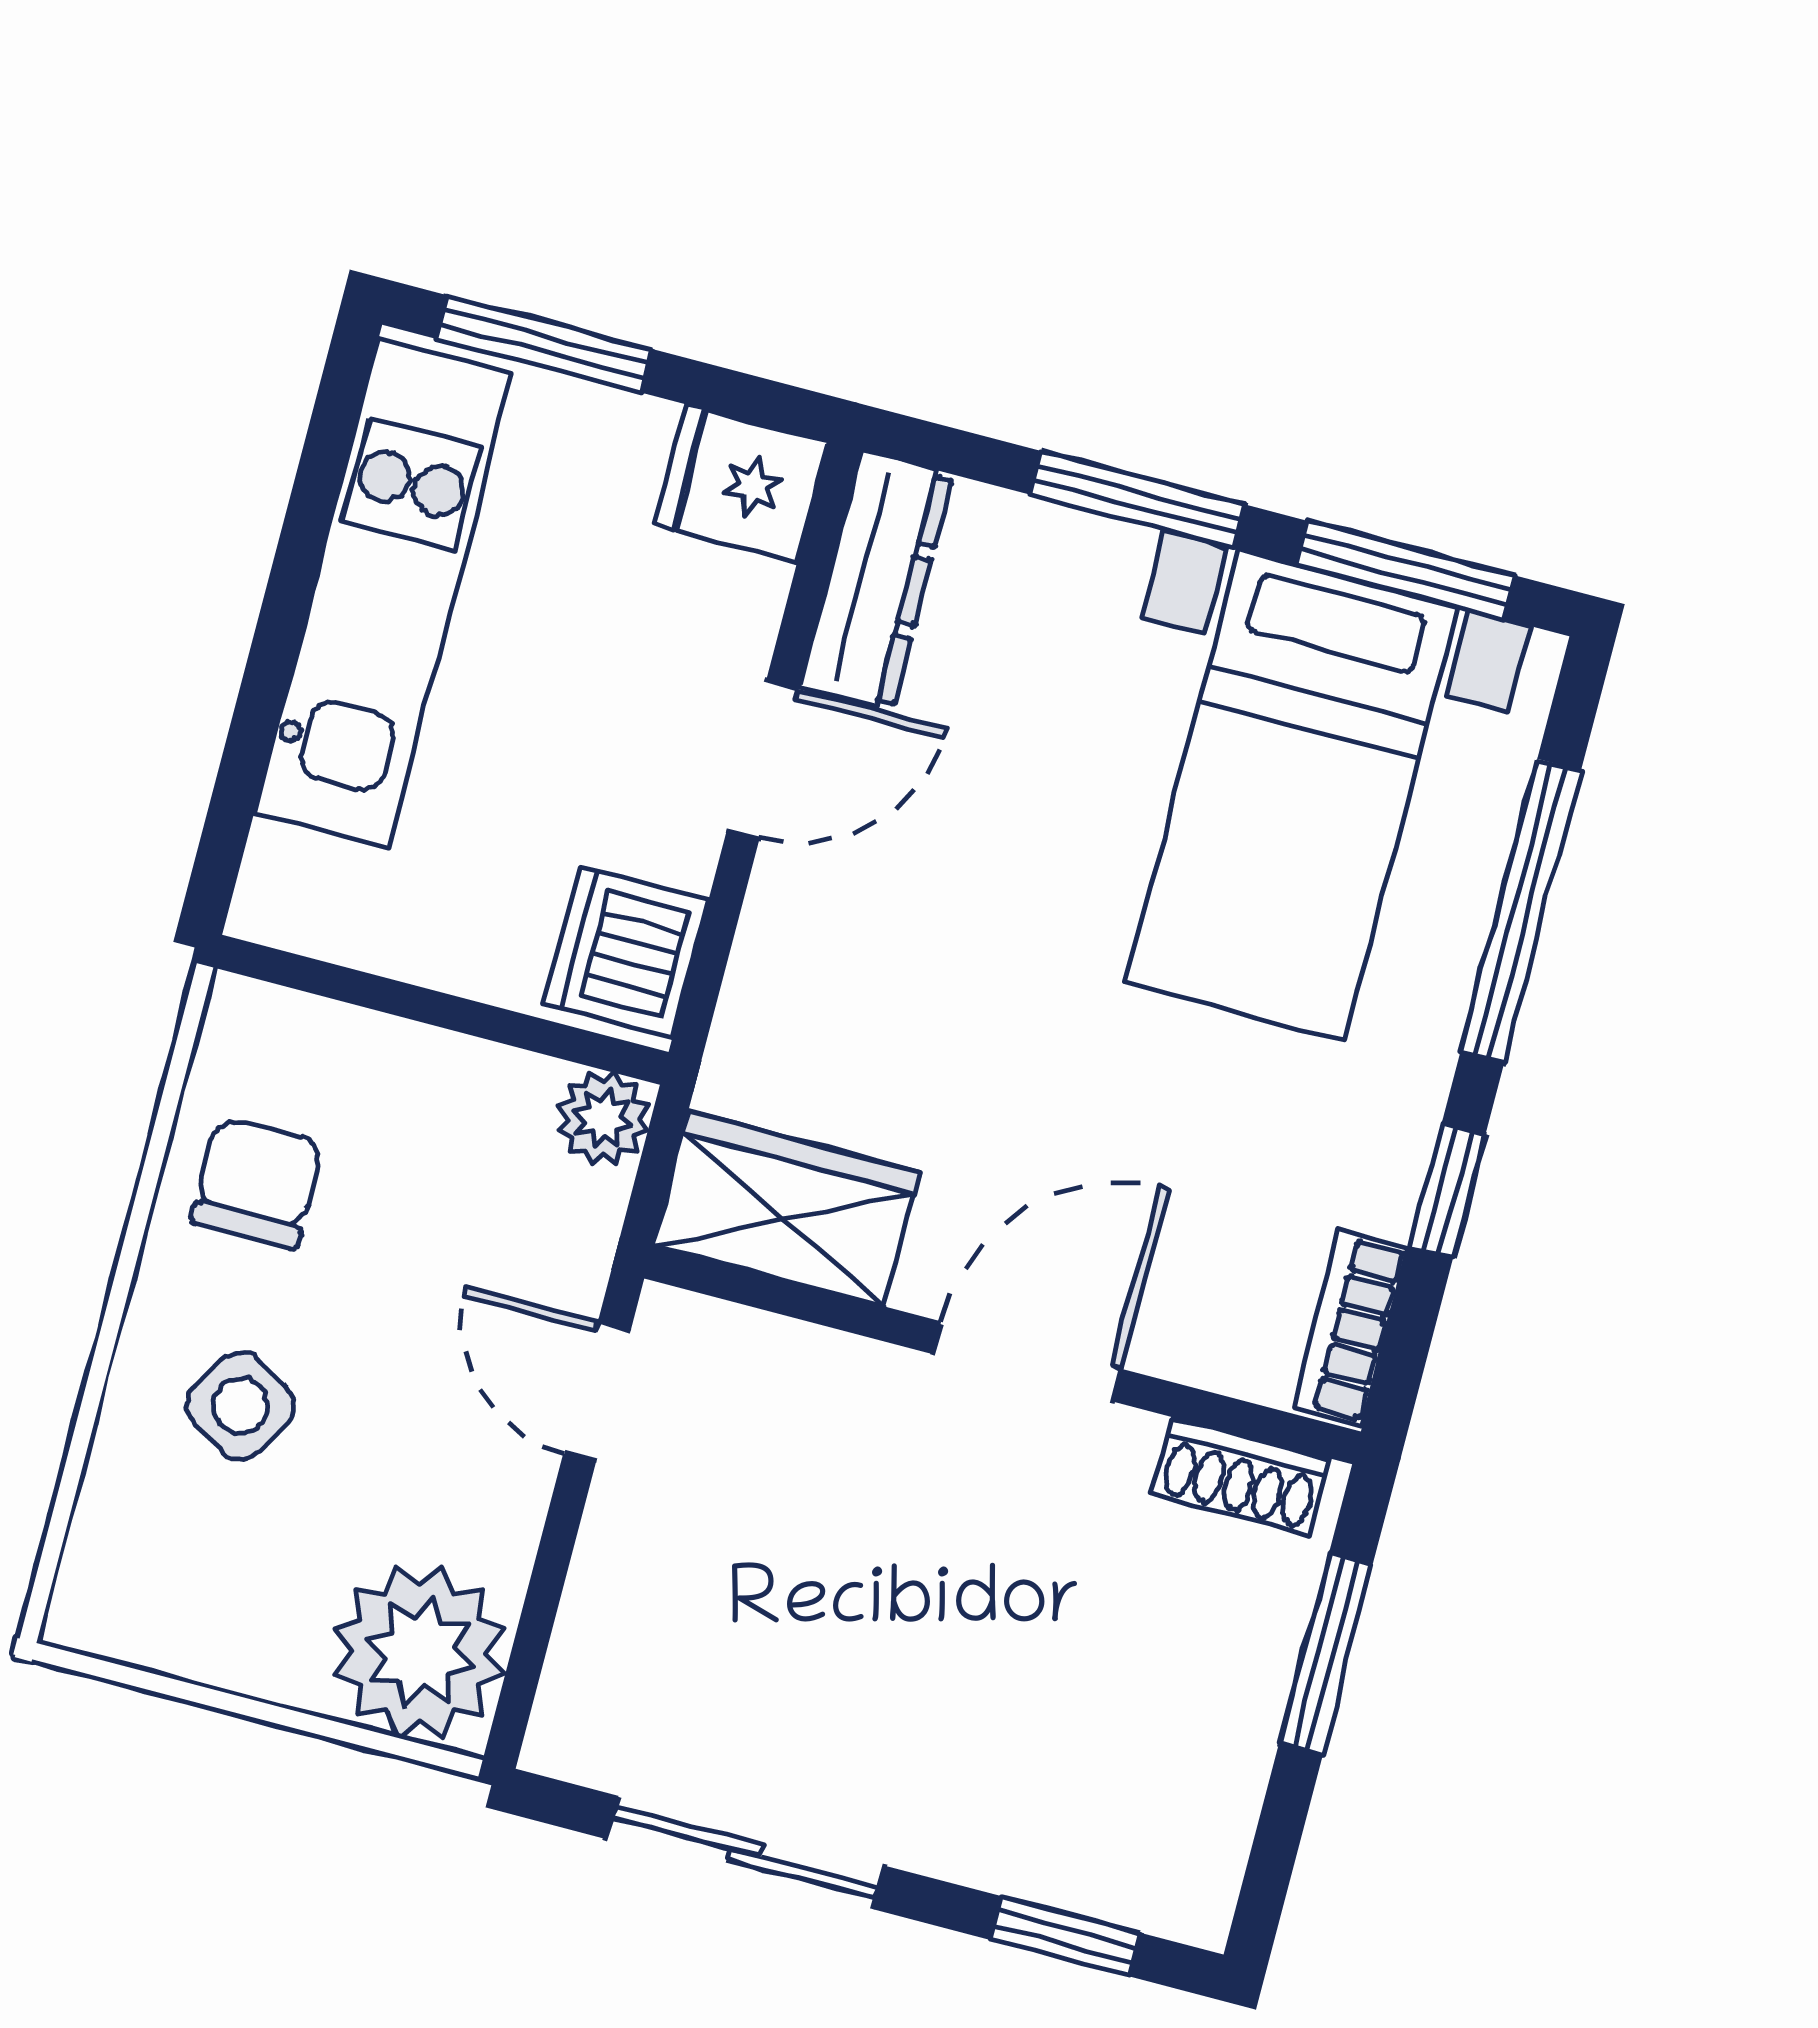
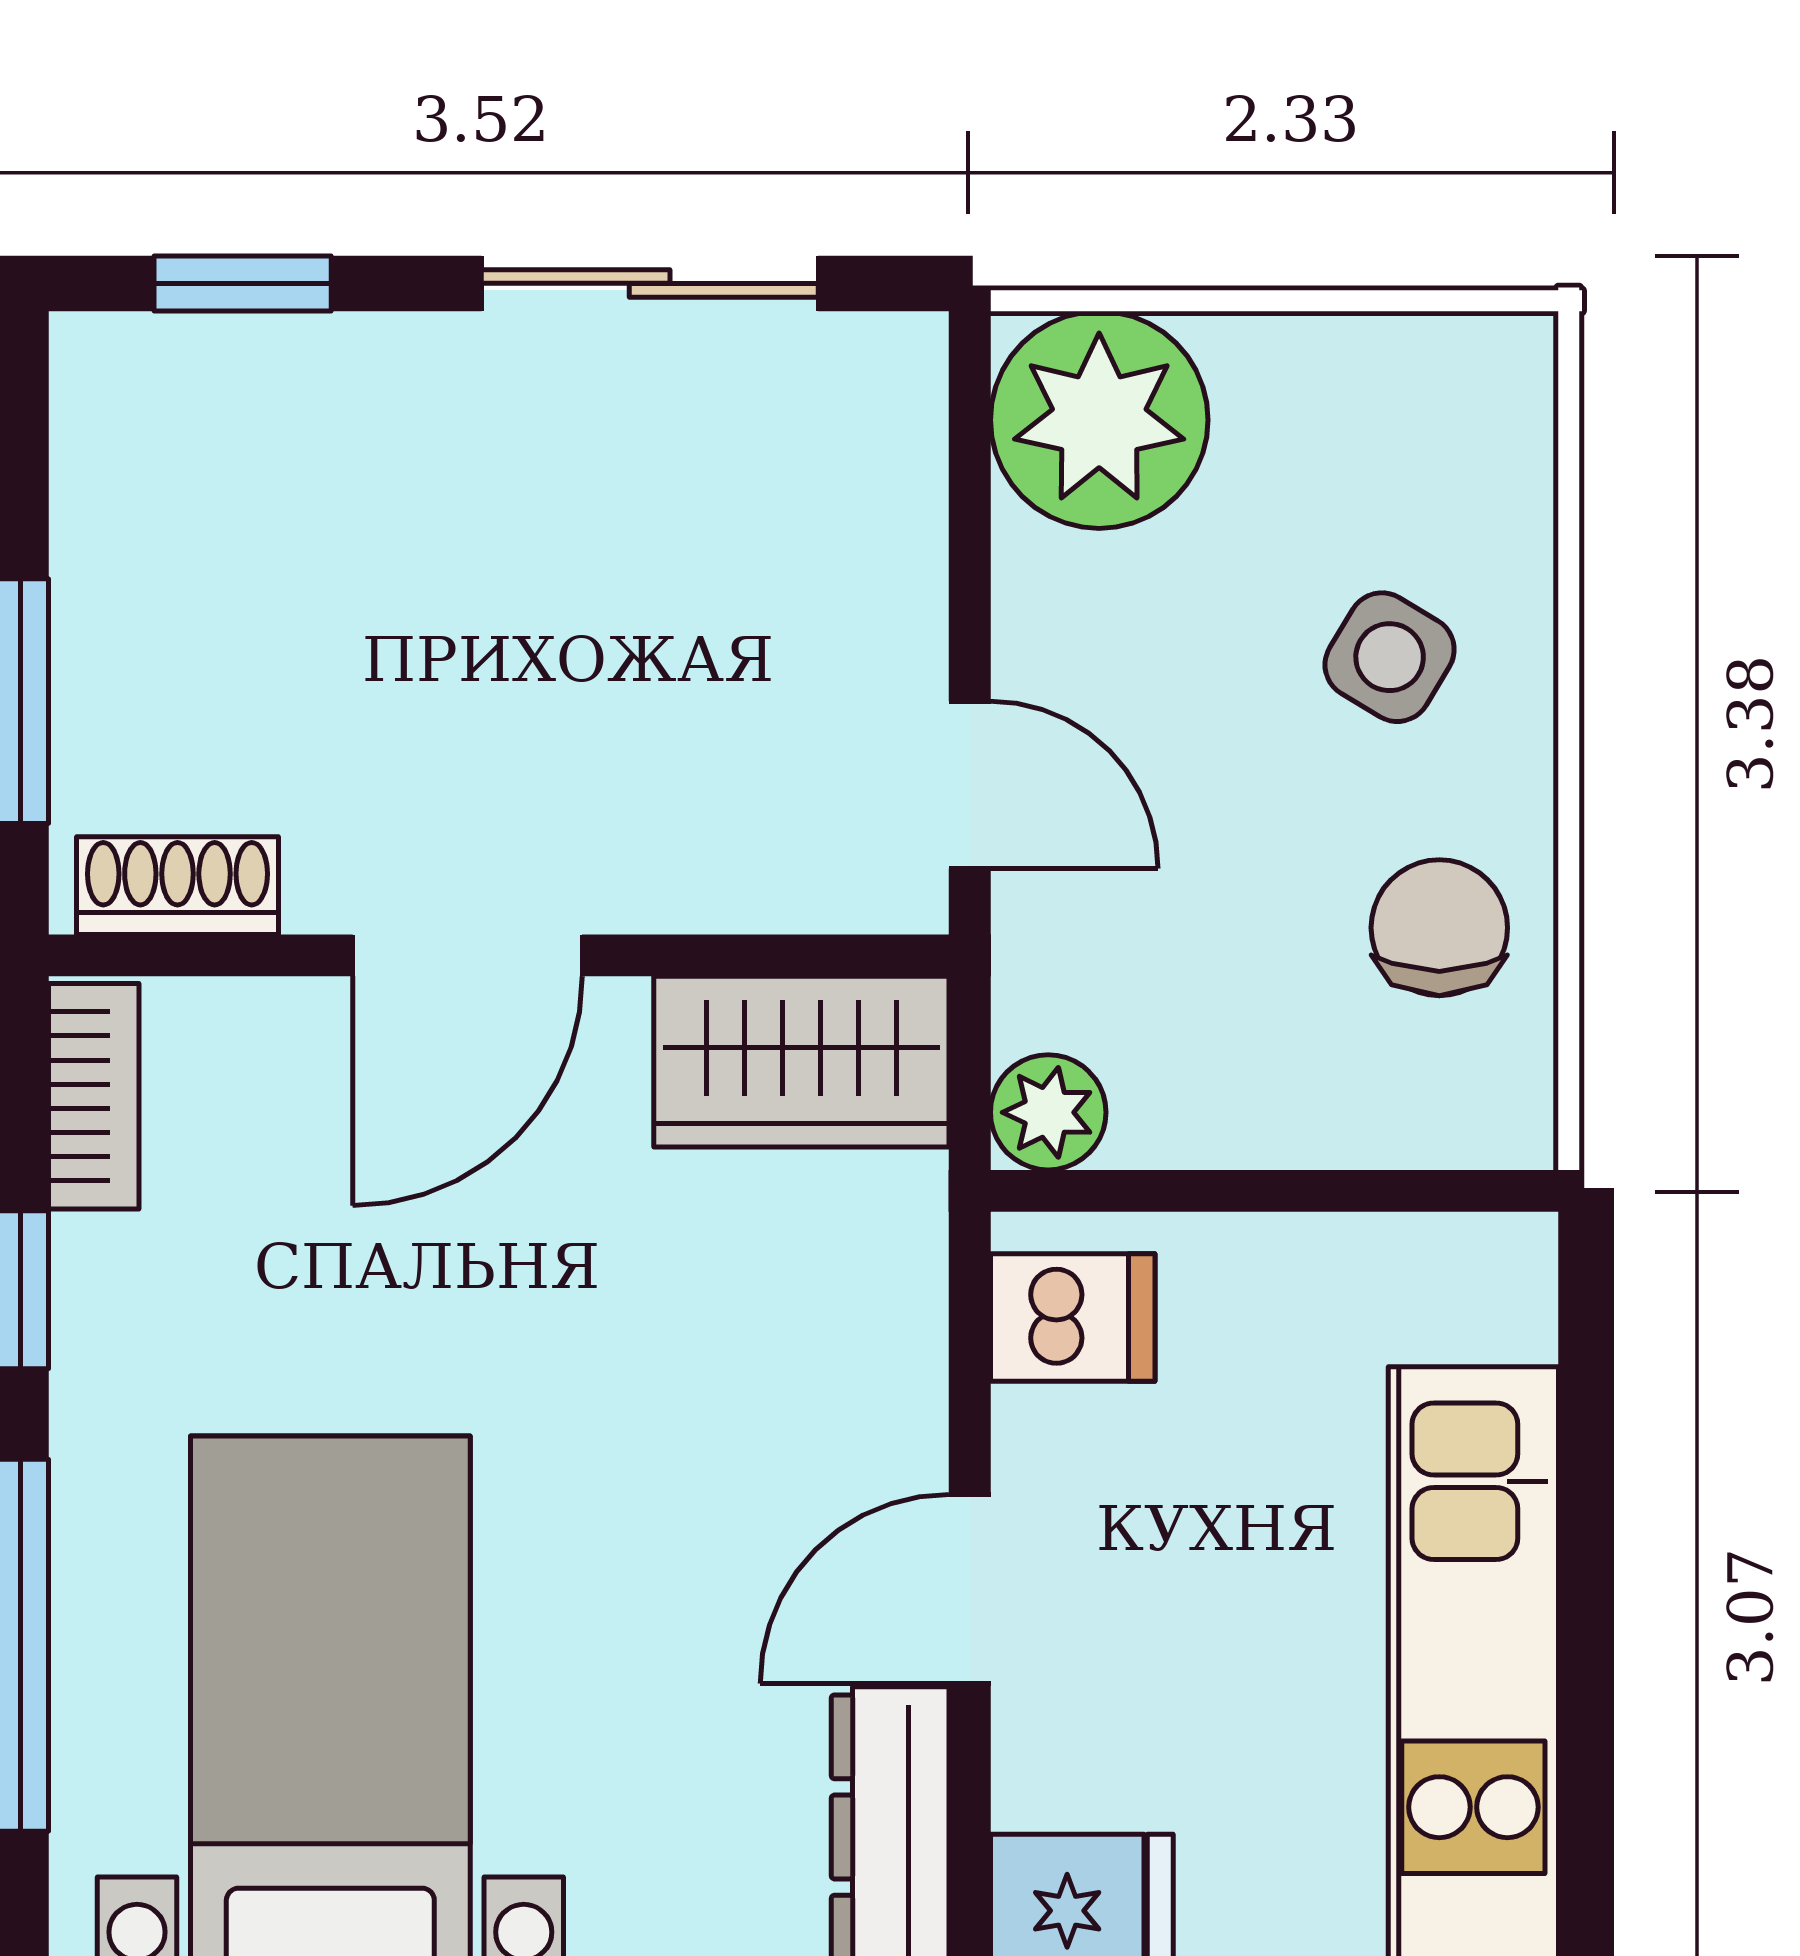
dishwasher: (626, 952) -> (1073, 1318), width x0.73
chair: (257, 1183) -> (1439, 928), turned 180

